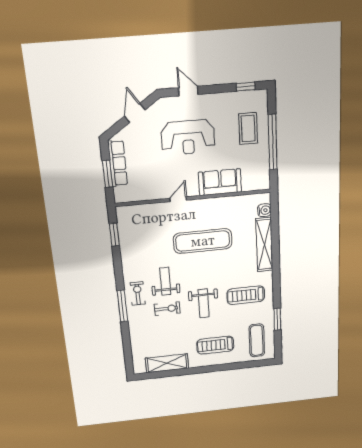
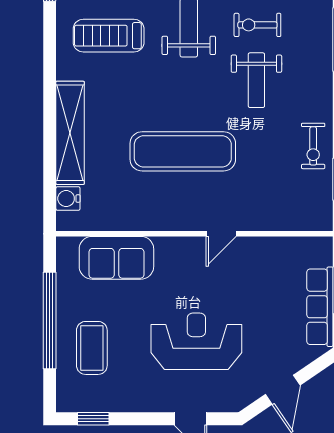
sofa: (220, 182) -> (116, 258), moved
exercise bike: (138, 293) -> (313, 146), moved
treadmill: (246, 295) -> (109, 36), turned 180

